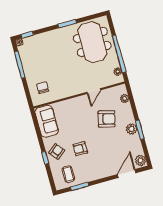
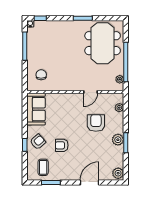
armchair: (107, 119) -> (96, 123), turned -104
door: (127, 174) -> (89, 183), moved

